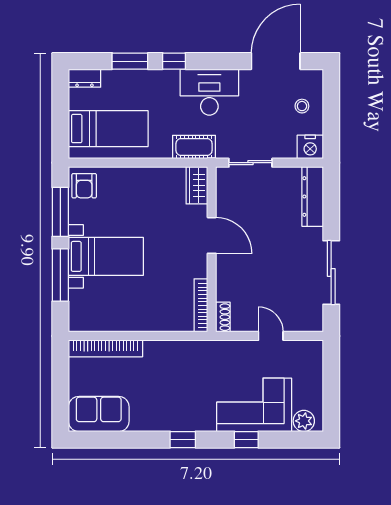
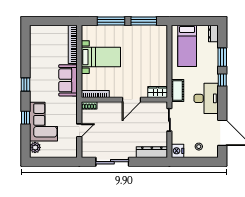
armchair: (84, 186) -> (157, 33), removed
bed with nightstands: (106, 256) -> (101, 57), moved, turned -90
sofa: (99, 414) -> (68, 80), moved, turned 180

